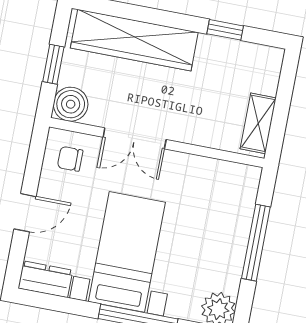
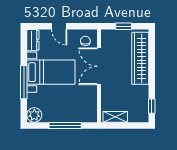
window: (225, 30) -> (152, 106), moved
boiler: (71, 104) -> (108, 37), removed
double door: (135, 138) -> (99, 66), width x1.37

